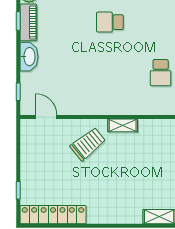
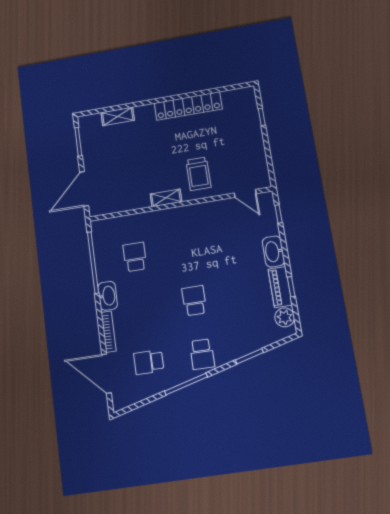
school desk: (110, 22) -> (194, 301), turned -90
trolley: (88, 144) -> (198, 174), turned -51
locker: (53, 215) -> (188, 106), moved

